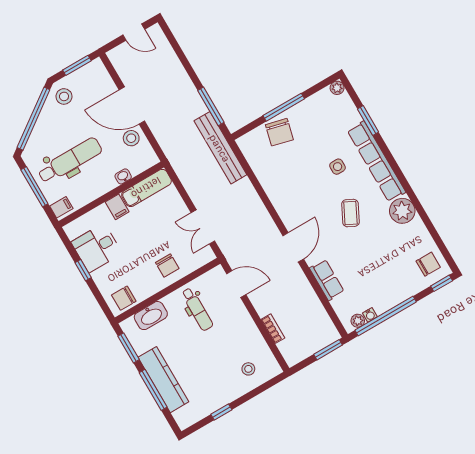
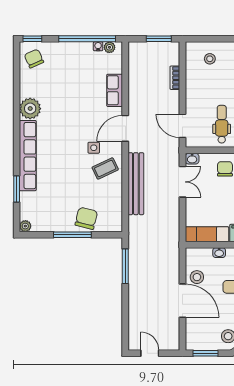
bench: (220, 148) -> (136, 184), moved
side table: (338, 167) -> (94, 148), moved
coffee table: (350, 213) -> (105, 168), moved, turned 38
washbasin: (207, 256) -> (192, 159), added
chair: (428, 264) -> (34, 59), turned 66
window: (328, 350) -> (159, 39), moved

